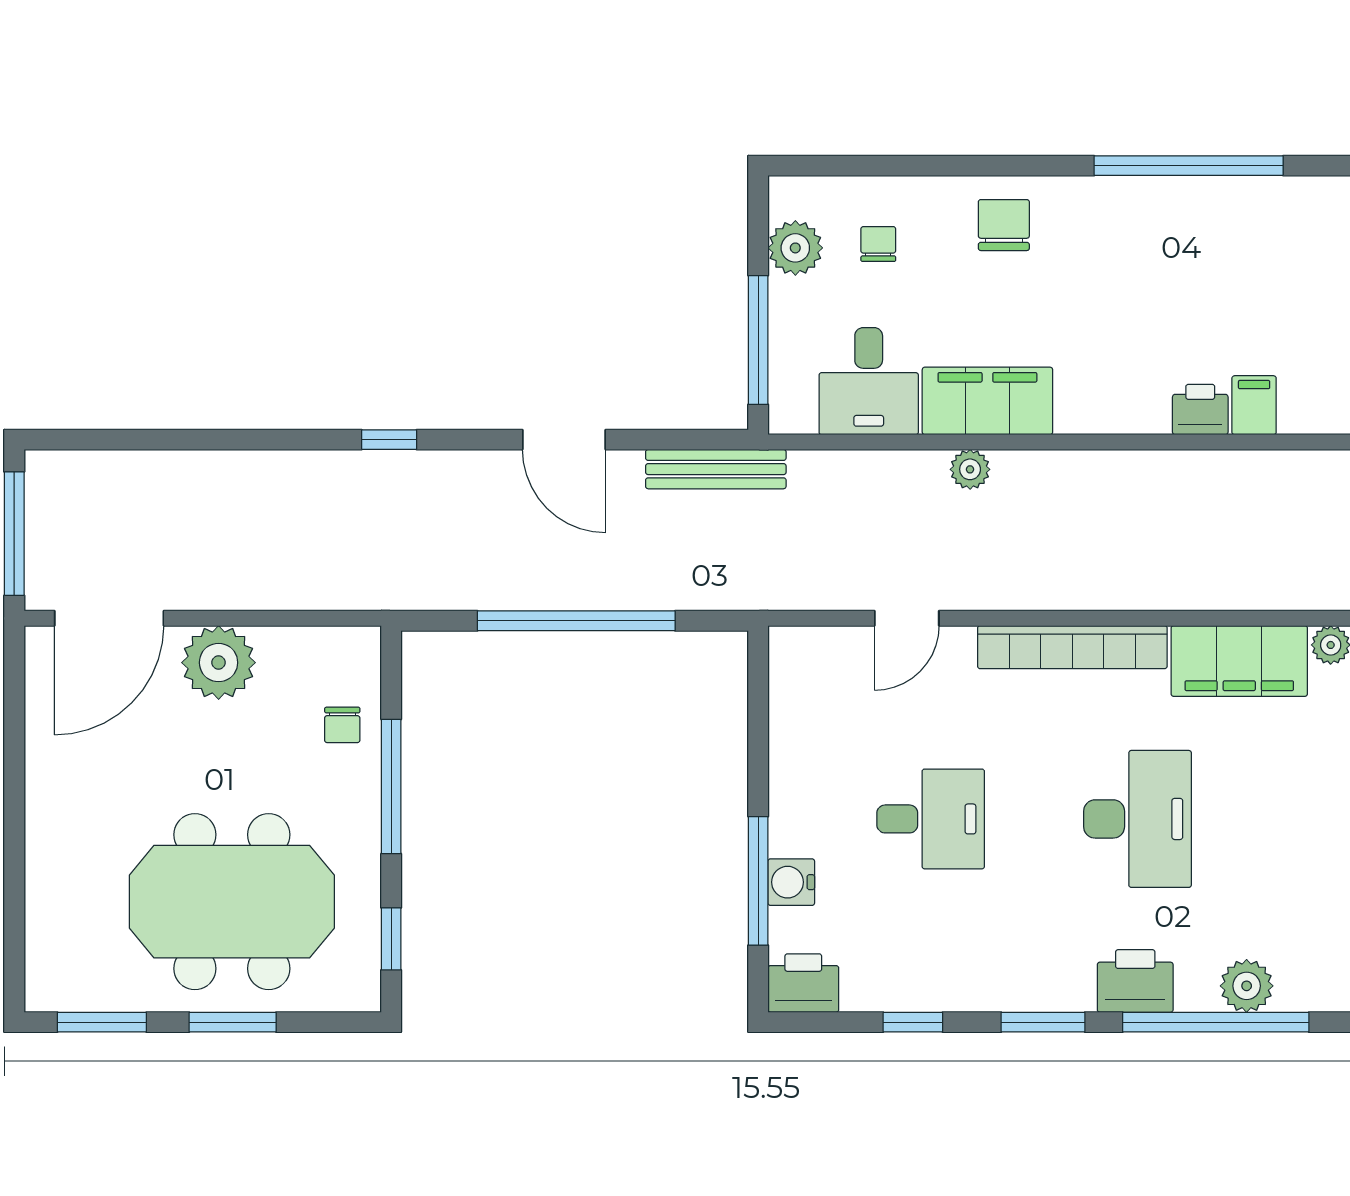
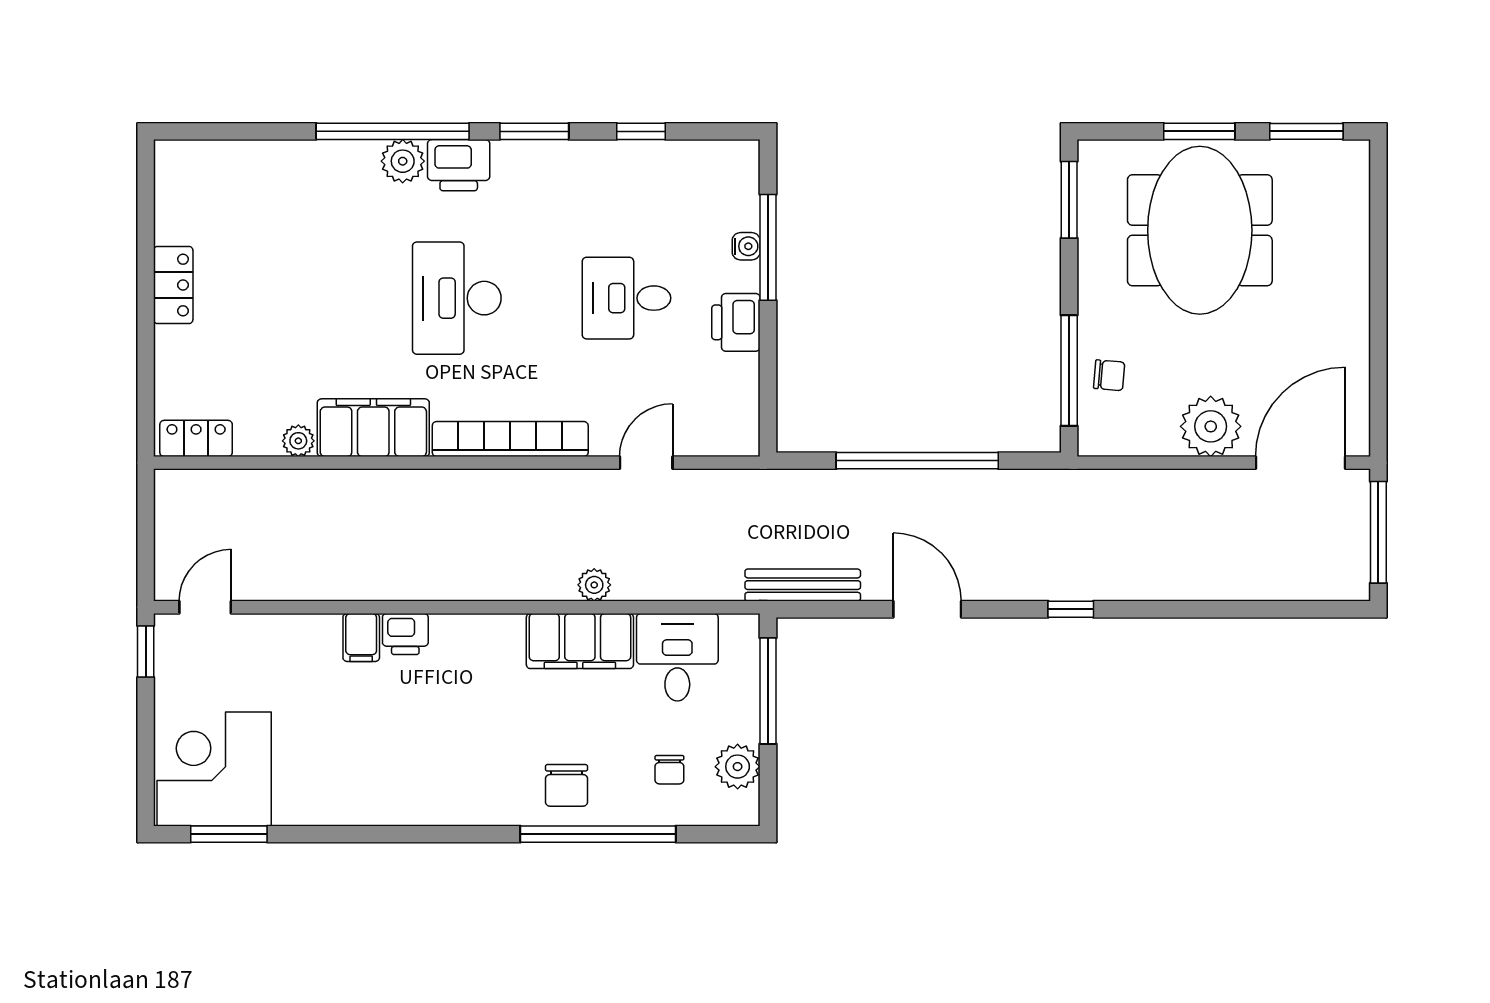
window: (1189, 166) -> (598, 834), moved
chair: (342, 725) -> (1109, 375), turned 95
window: (391, 786) -> (1069, 371), moved
water cooler: (791, 882) -> (746, 246), width x0.72, depth x0.72
meeting table: (232, 902) -> (1200, 230), turned 90
window: (391, 939) -> (1069, 200), width x1.50
printer: (803, 983) -> (736, 322), moved, turned 90
plant: (1247, 986) -> (403, 161), moved

